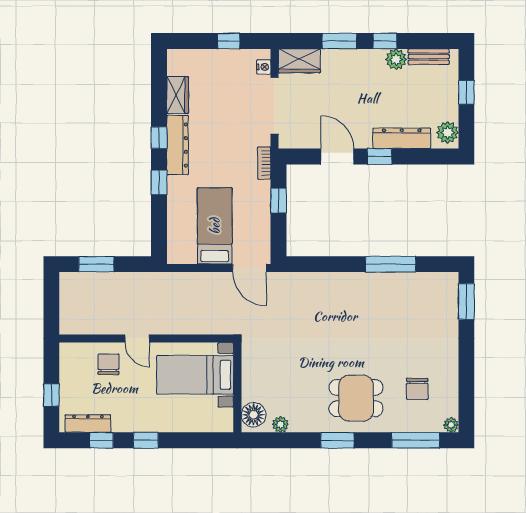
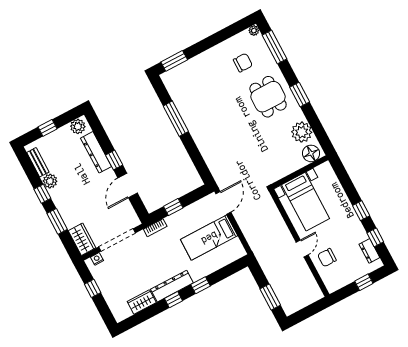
dresser: (88, 424) -> (369, 251), width x0.70
plant: (280, 424) -> (302, 132), width x1.88, depth x1.88

